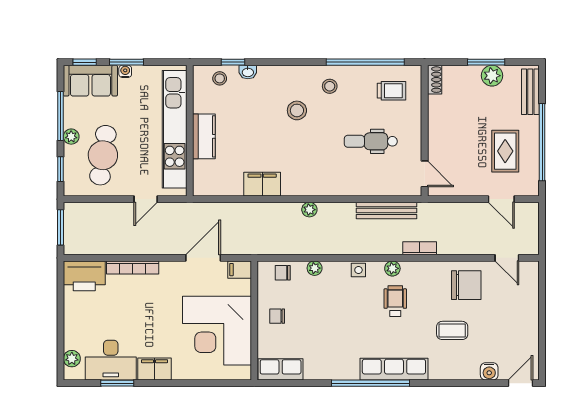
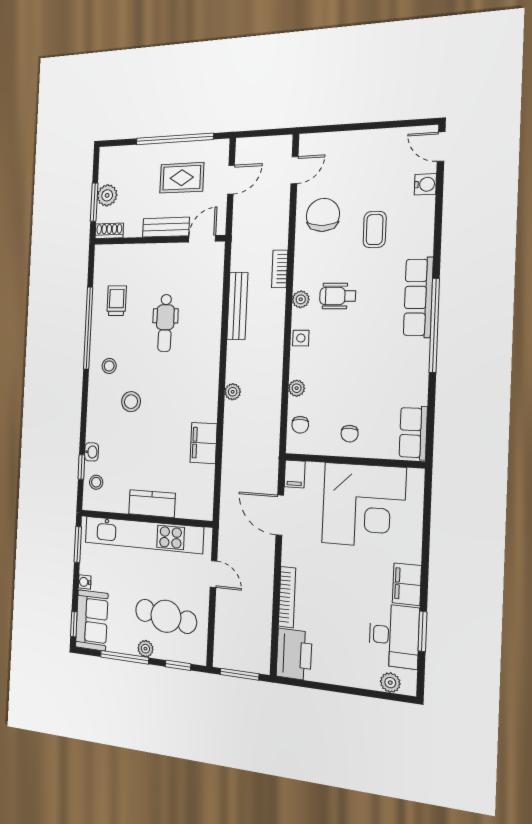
window: (126, 62) -> (78, 544), moved
shoe rack: (435, 80) -> (109, 231), moved
bench: (530, 92) -> (166, 227), moved
wall: (425, 131) -> (158, 240), moved
door: (425, 174) -> (202, 239), moved

